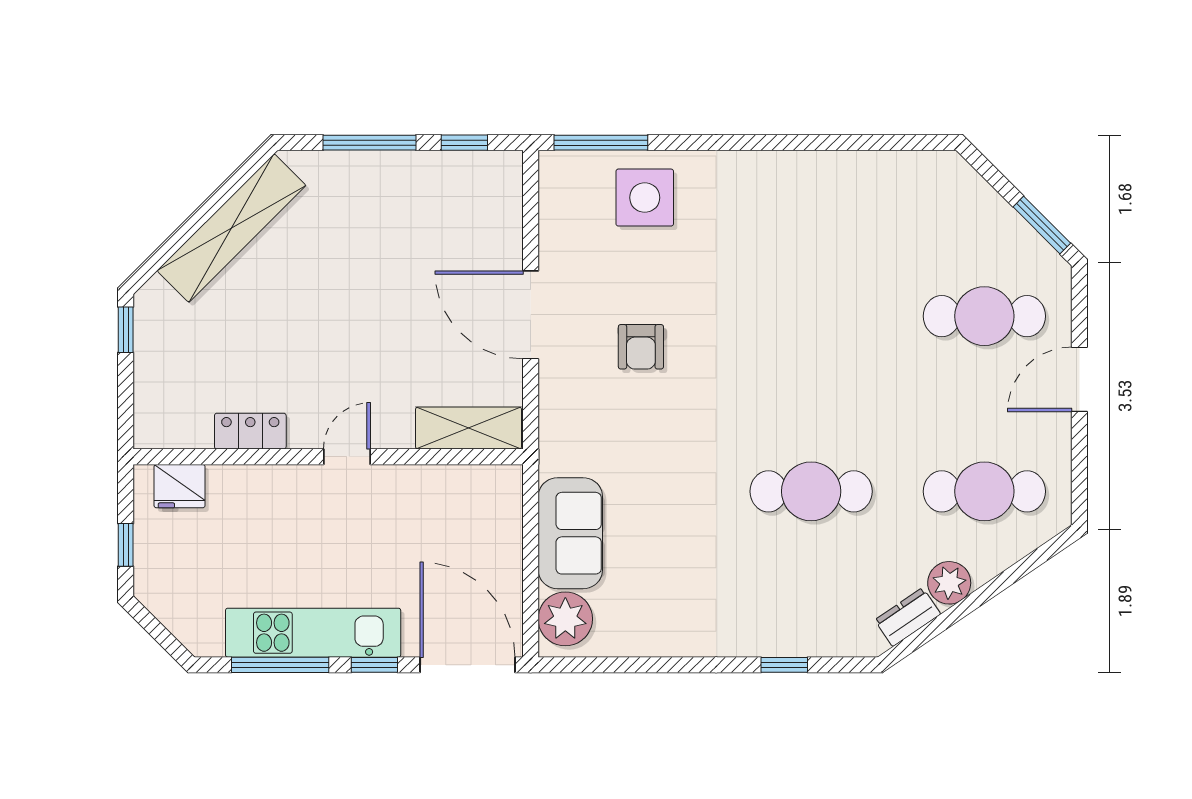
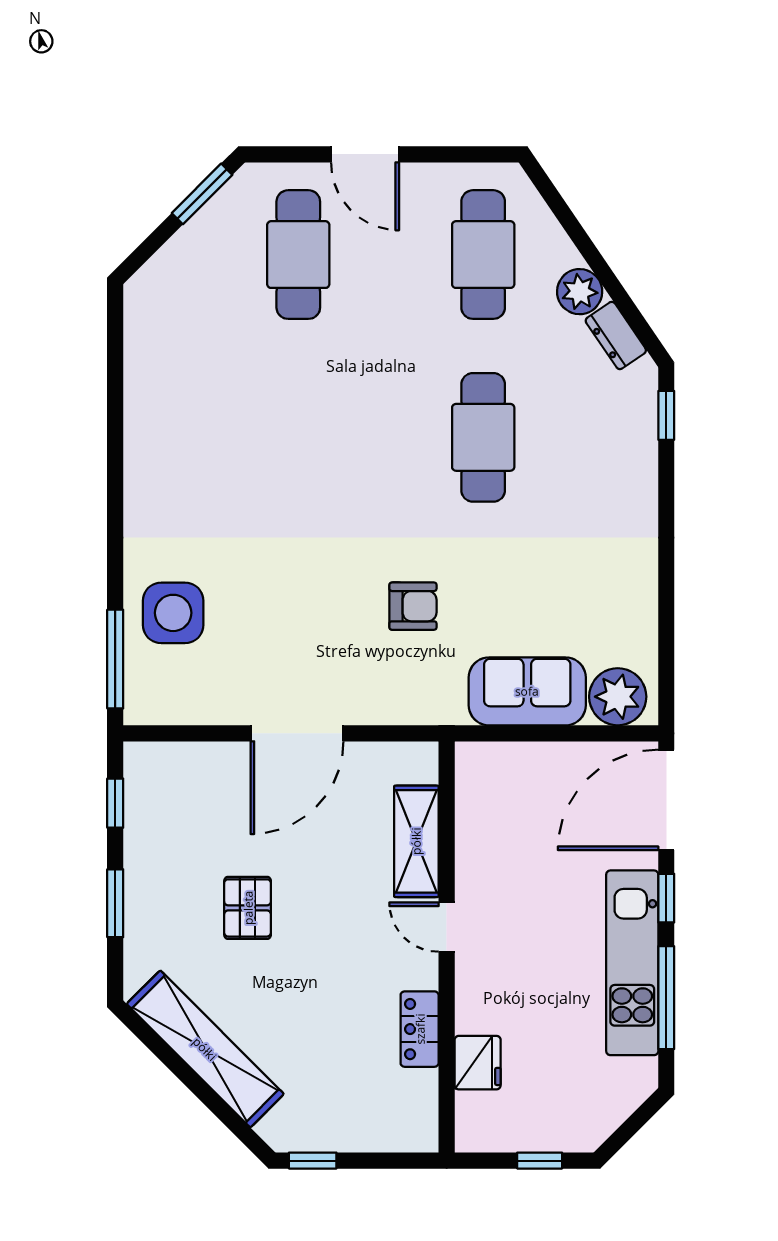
window: (370, 143) -> (115, 903), width x0.69
pallet: (365, 268) -> (248, 908), added
armchair: (641, 347) -> (413, 606), moved
shelving: (469, 428) -> (416, 841), moved
fridge: (180, 486) -> (478, 1063), moved
window: (784, 665) -> (666, 415), moved

